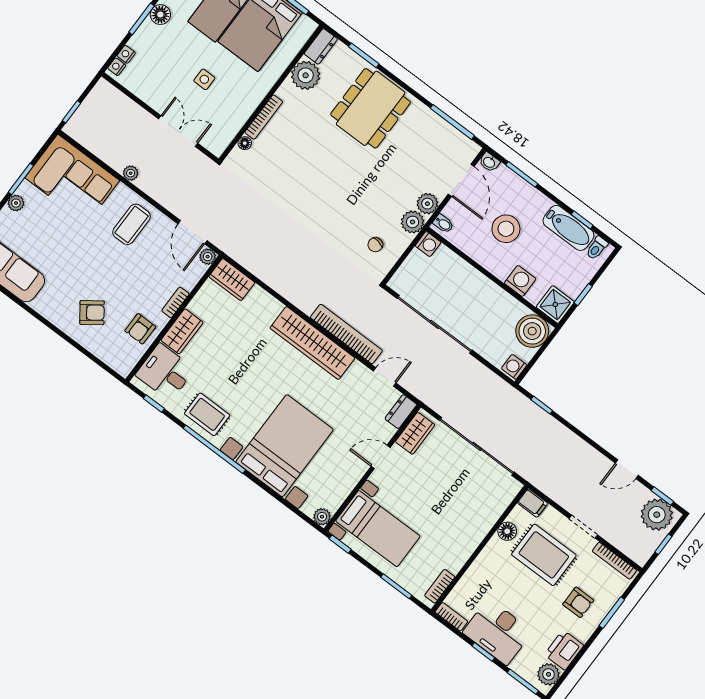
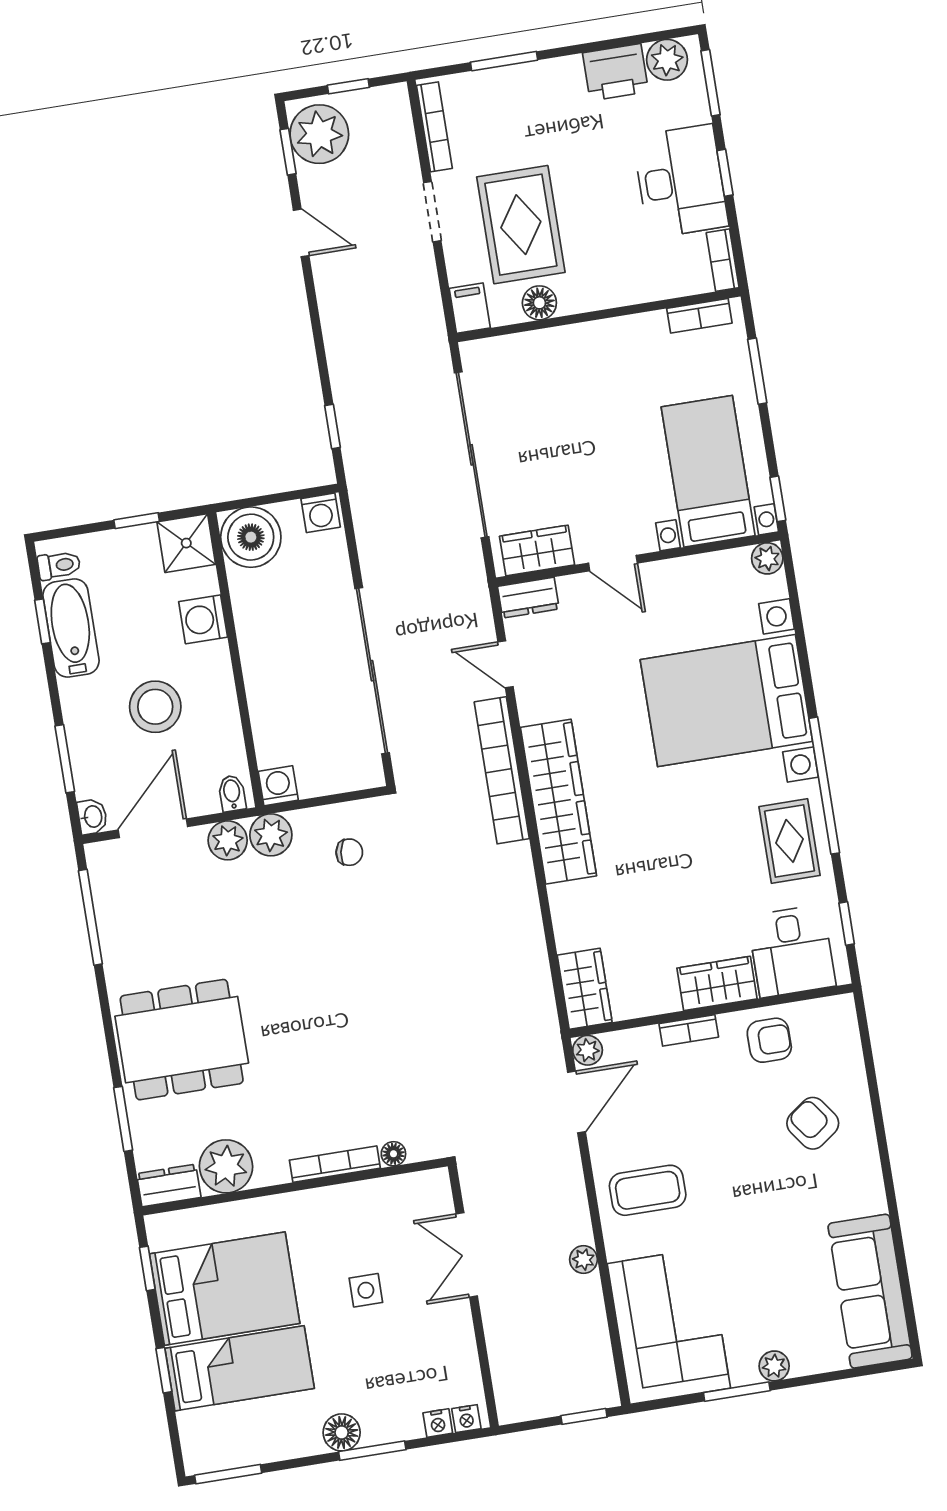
armchair: (578, 602) -> (536, 118), removed

